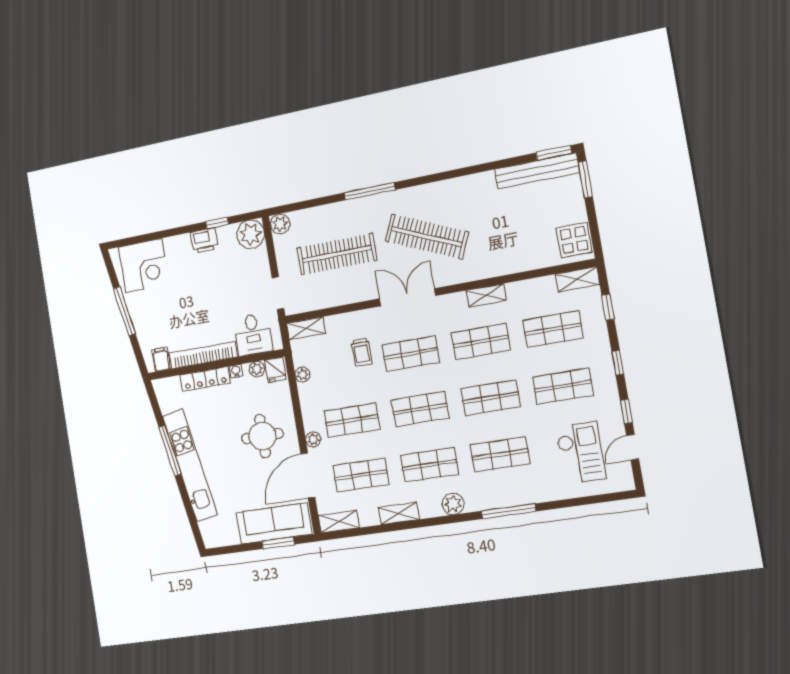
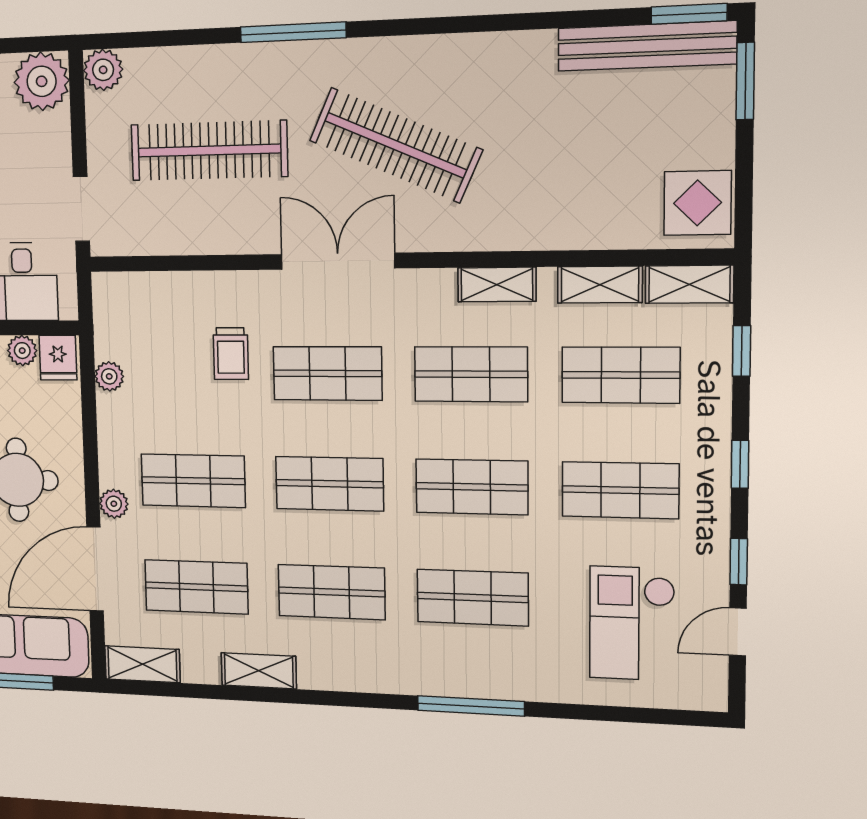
shelving: (306, 328) -> (600, 285), moved
checkout: (581, 453) -> (632, 623), turned 180
plant: (453, 504) -> (366, 673), removed

